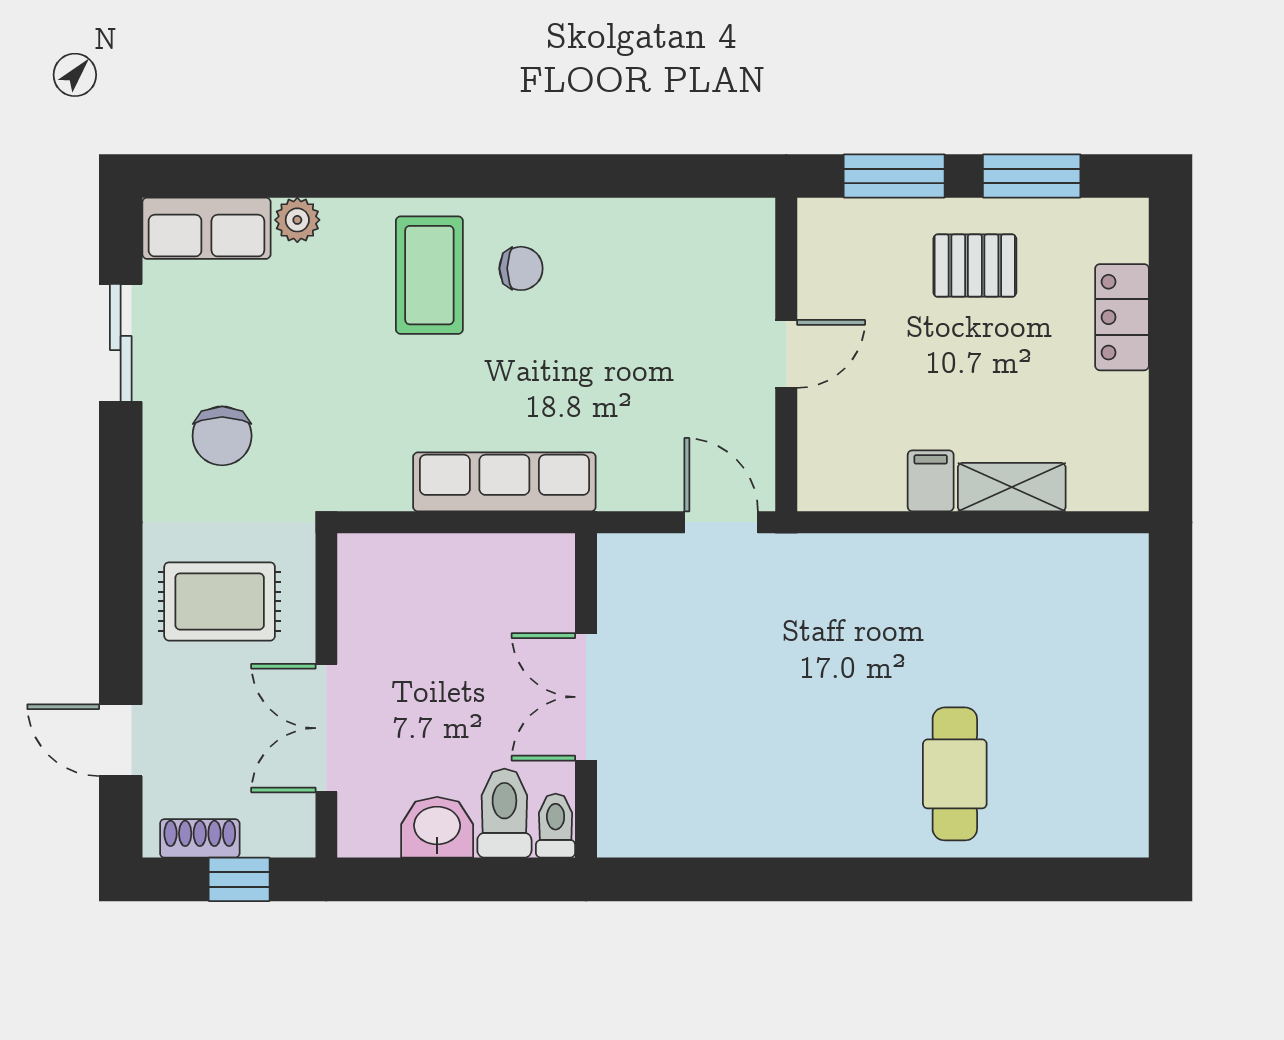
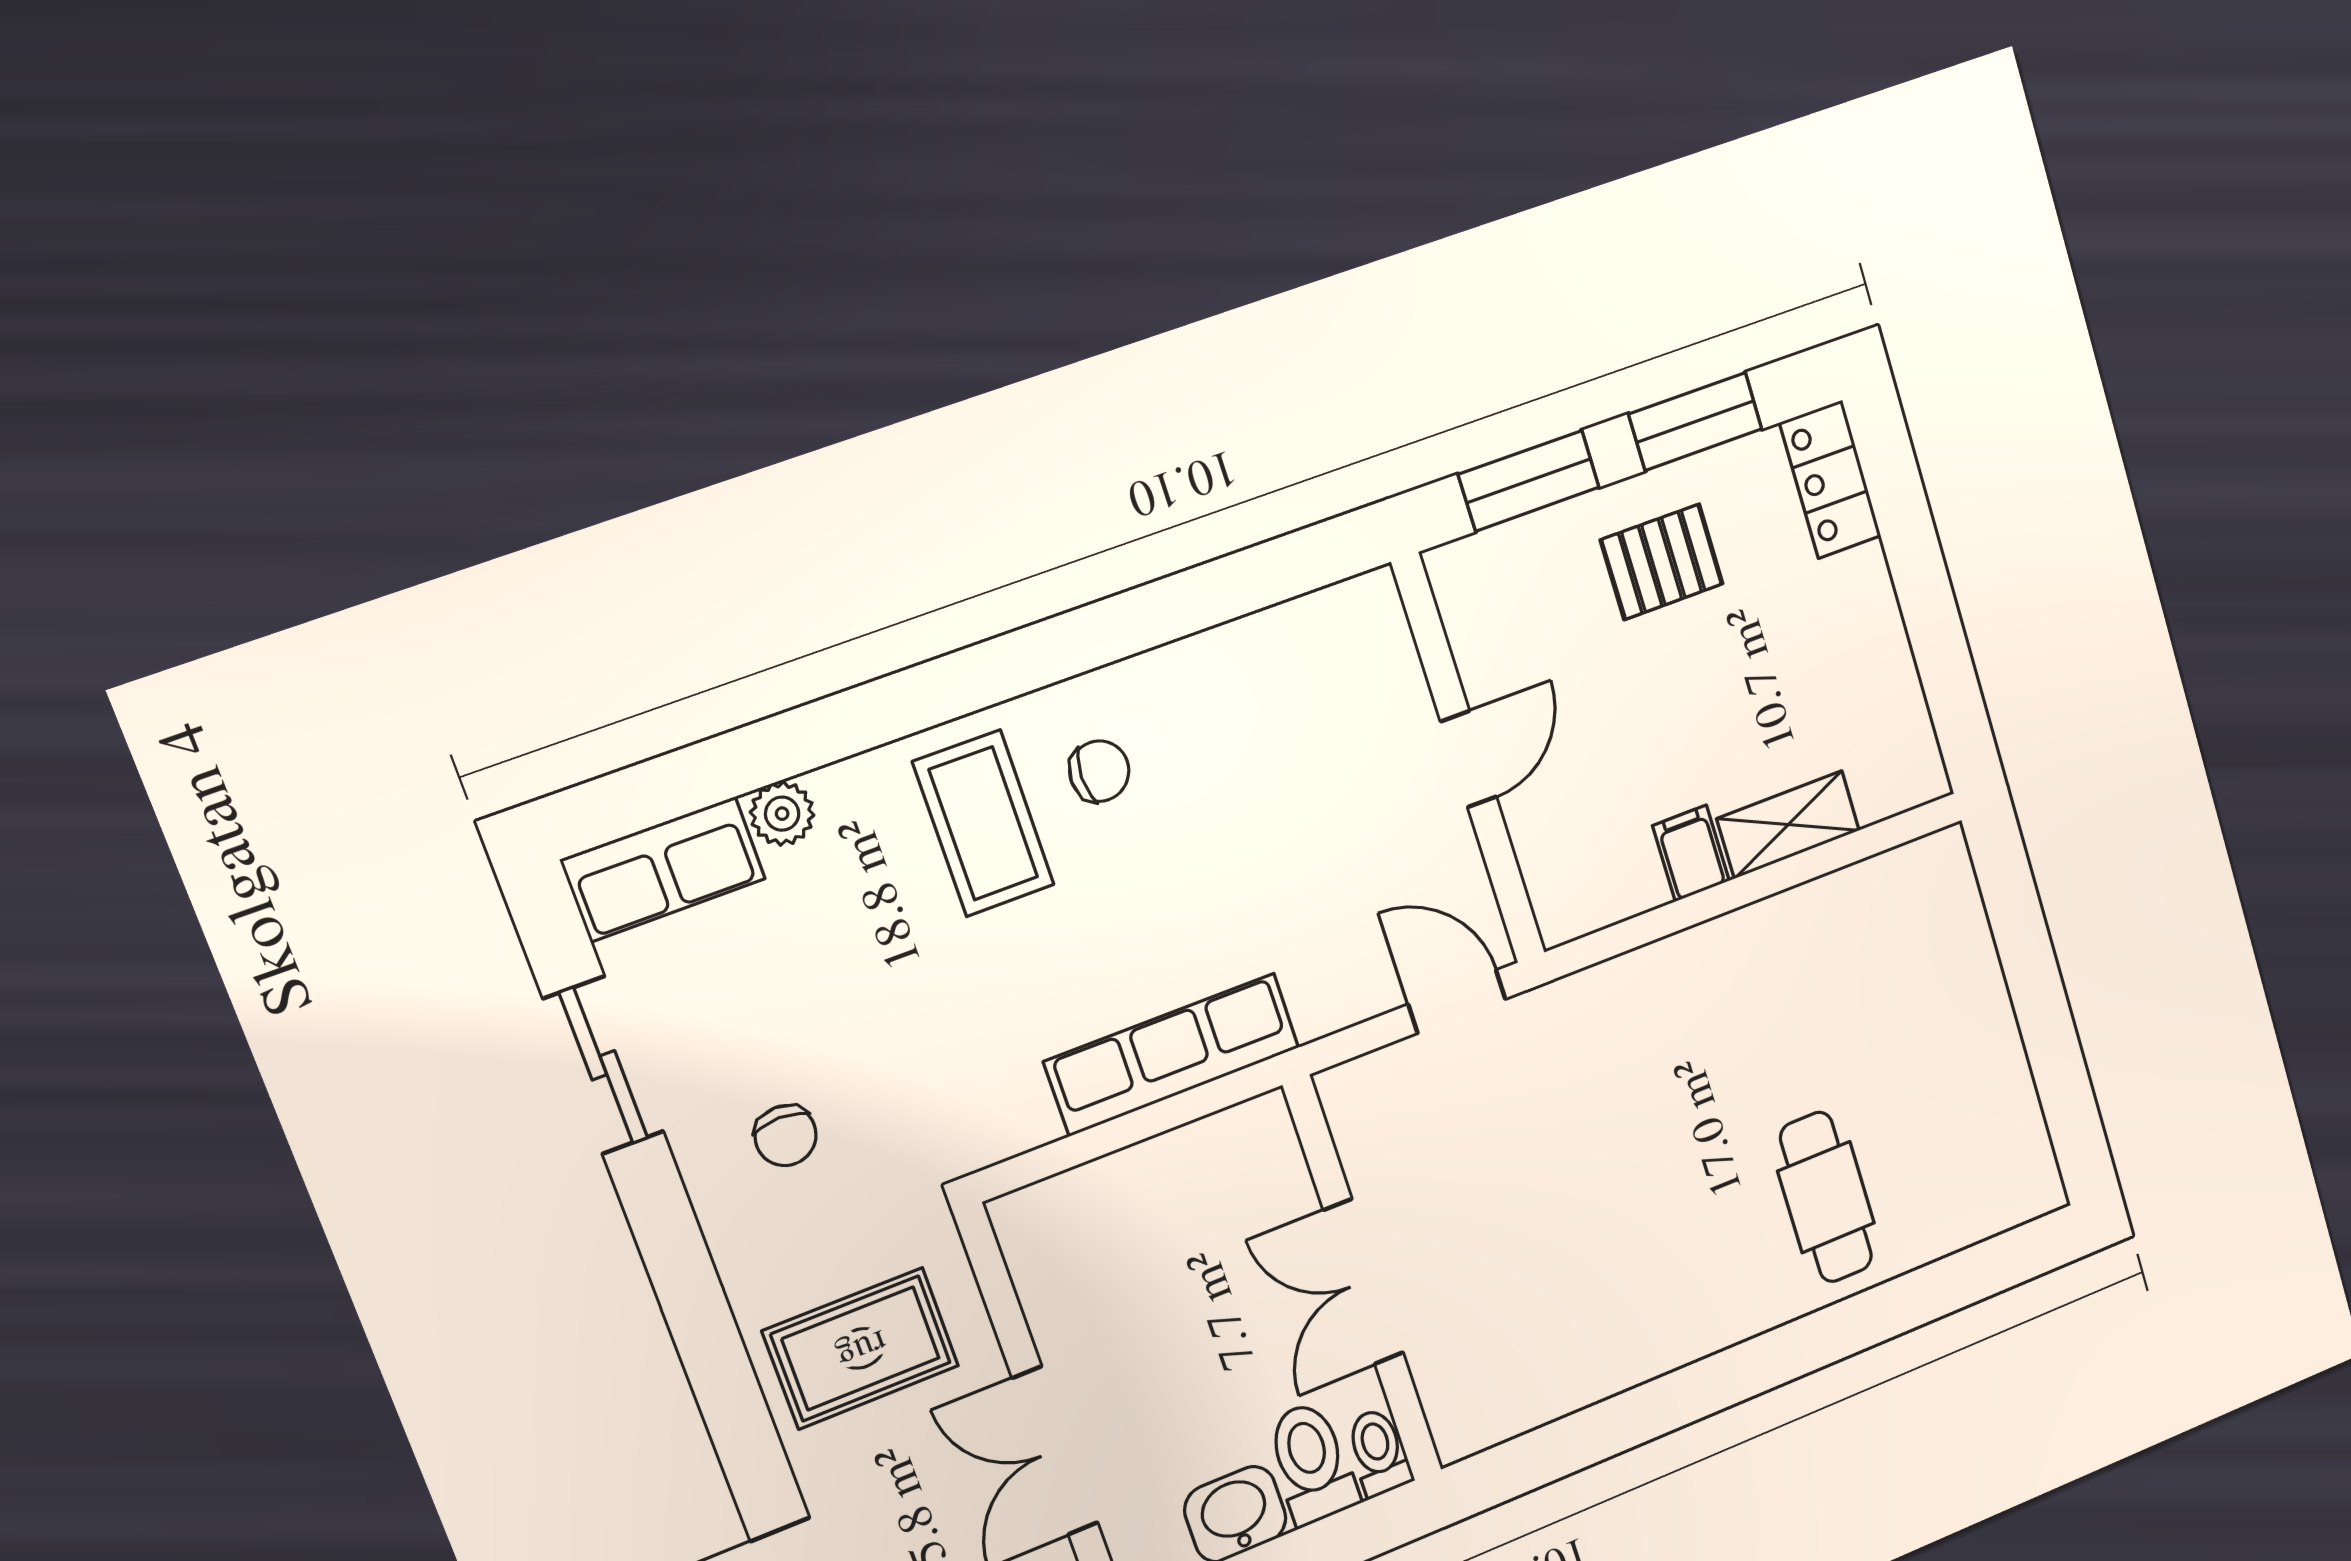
locker: (1122, 317) -> (1830, 479), moved
chair: (222, 436) -> (786, 1136), width x0.73, depth x0.73

